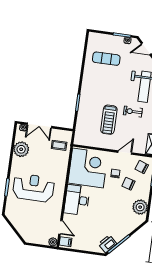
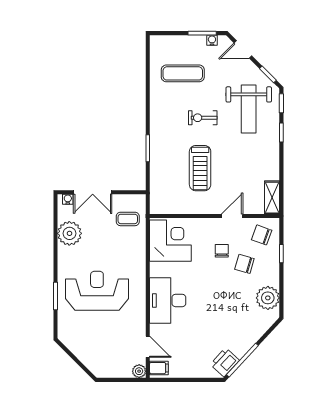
exercise bike: (133, 112) -> (203, 118), moved
corner desk: (88, 168) -> (170, 241), width x0.74, depth x0.74

